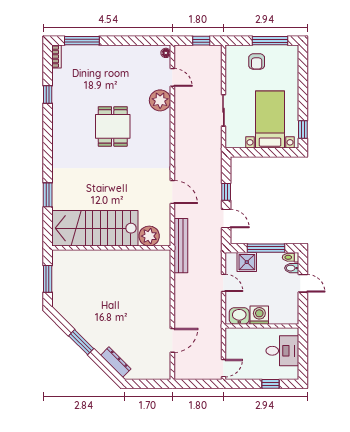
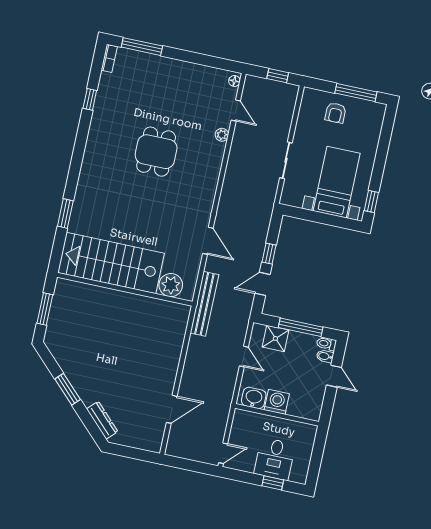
plant: (160, 100) -> (222, 135), width x0.53, depth x0.53
door: (226, 219) -> (262, 284), swing flipped
desk: (282, 351) -> (275, 459), moved, turned 90

